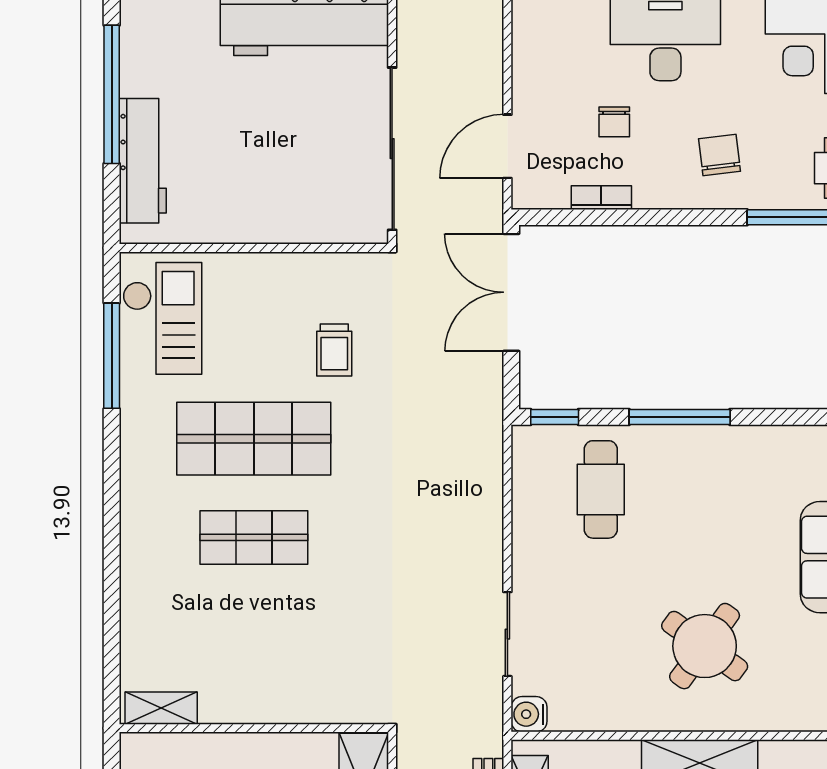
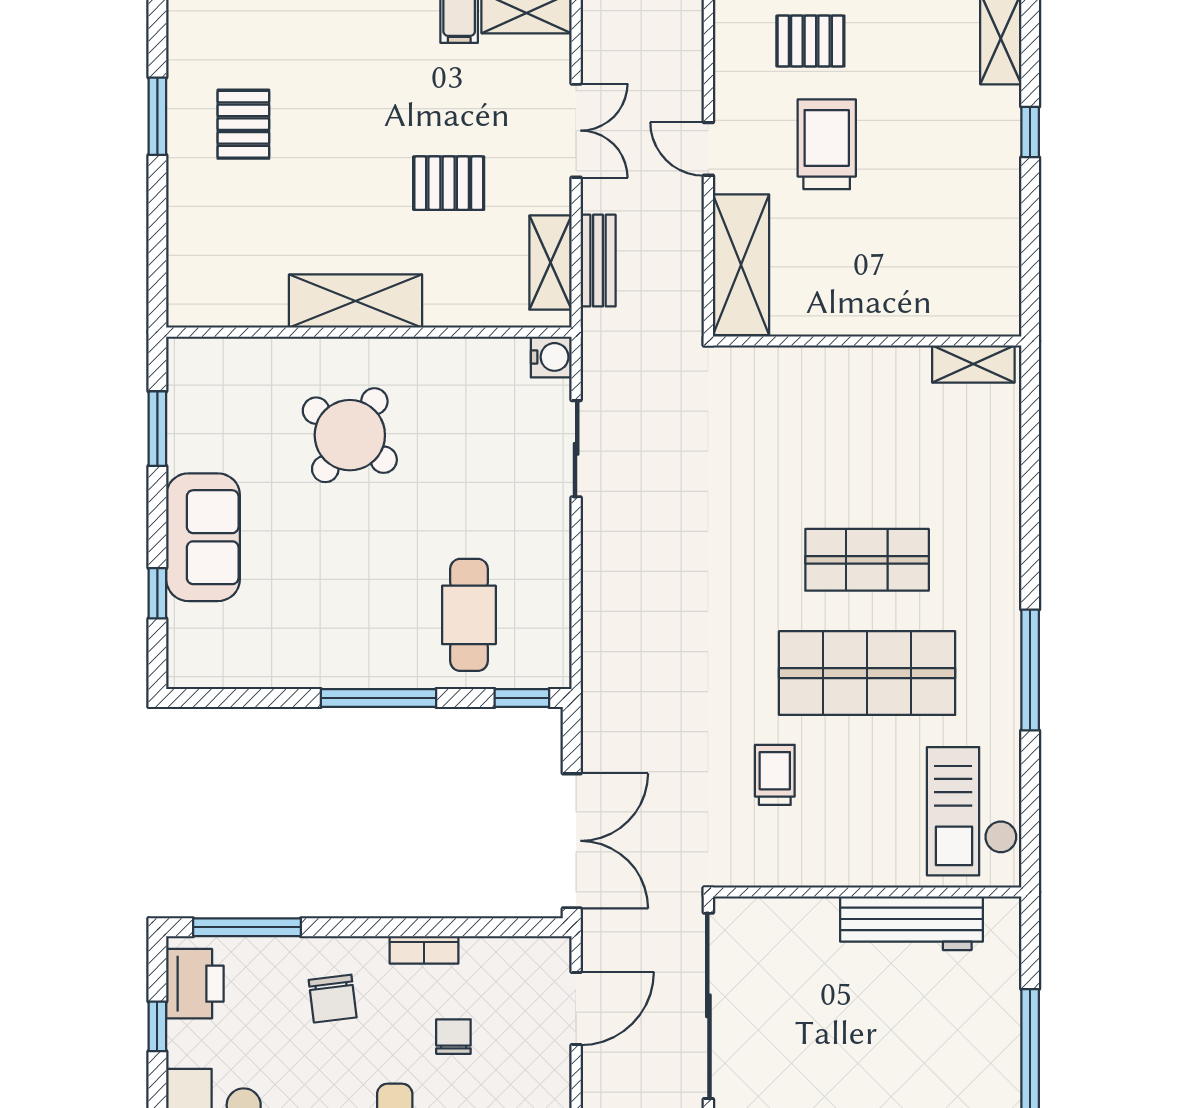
workbench: (143, 161) -> (912, 923), moved, turned -90
bookcase: (601, 198) -> (424, 950), moved
window: (112, 356) -> (1030, 670), moved

